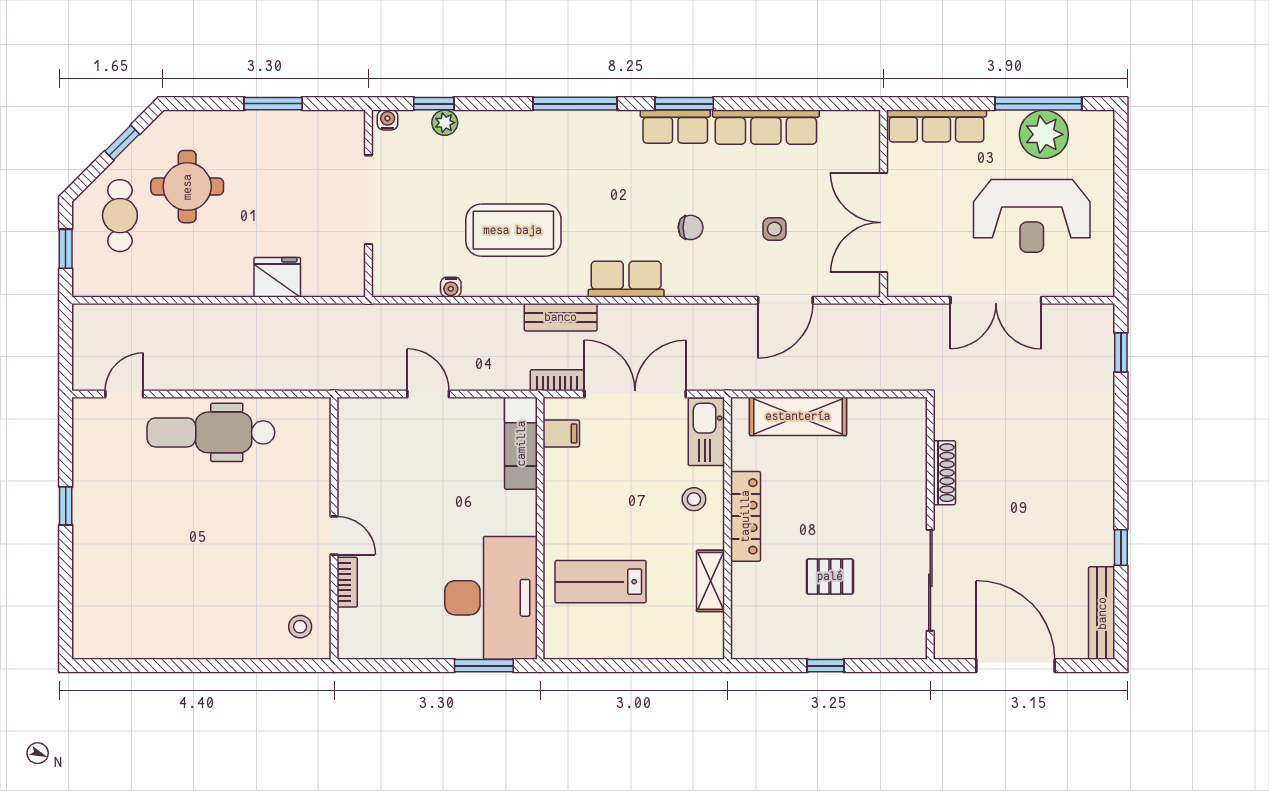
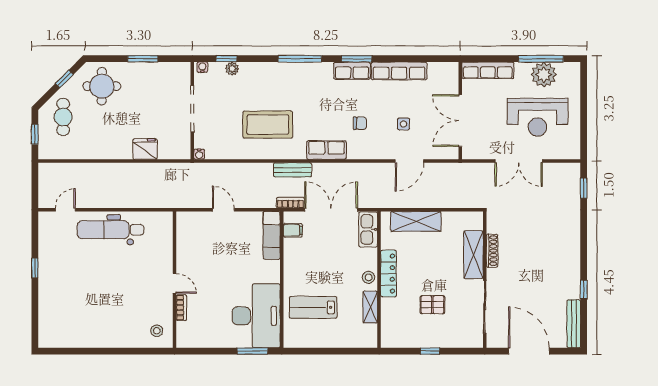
round table: (187, 187) -> (102, 86), moved
water cooler: (451, 287) -> (199, 154), moved
shelving: (909, 480) -> (473, 255), added
stool: (694, 499) -> (369, 277), moved

